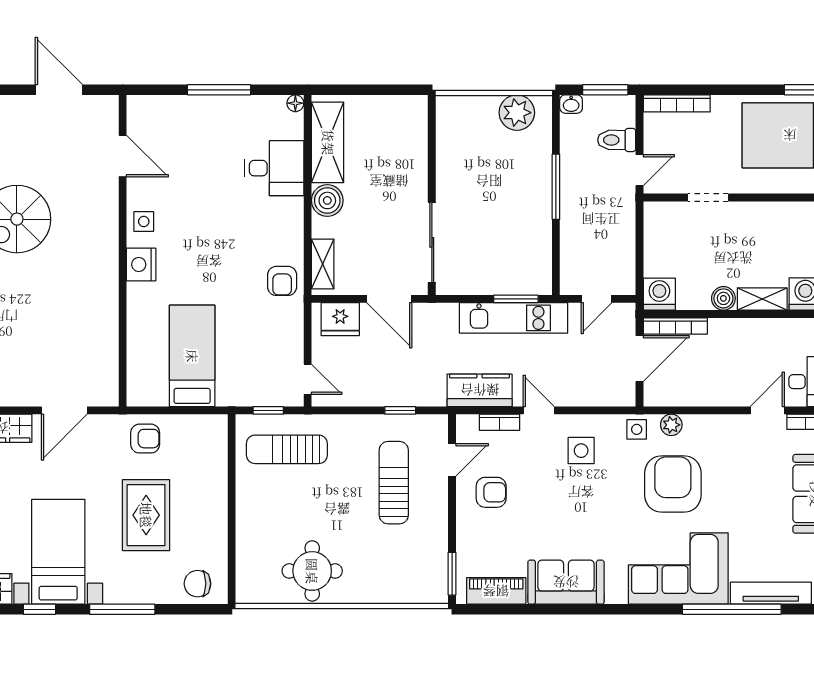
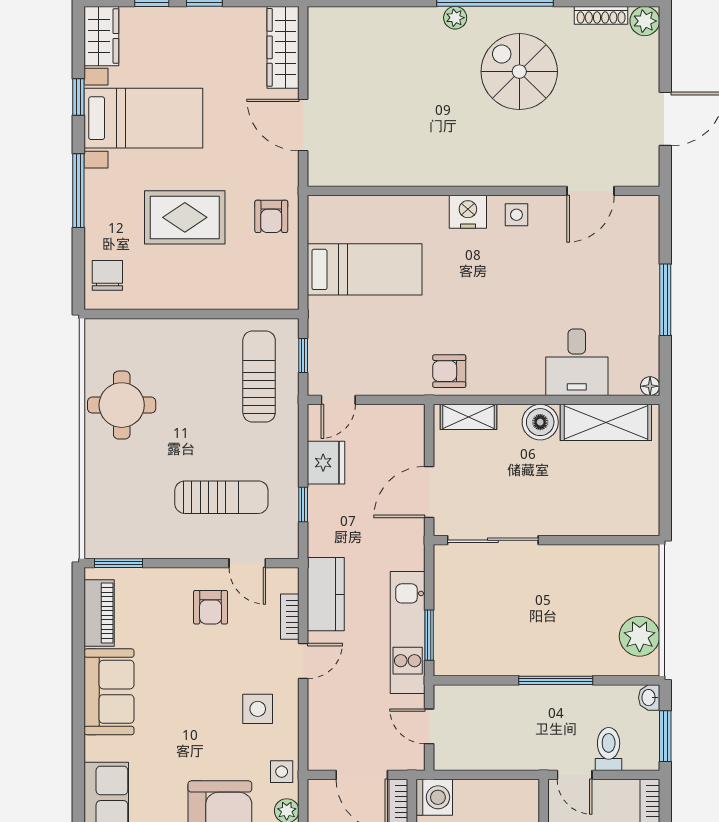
fridge: (340, 319) -> (326, 463), moved, turned 180

